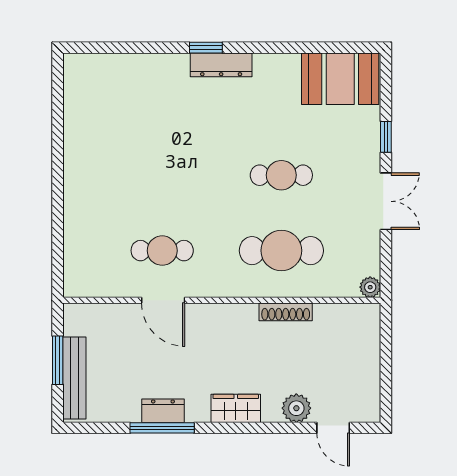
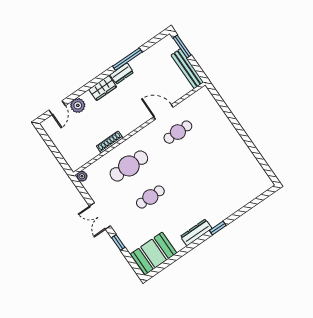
dresser: (221, 65) -> (196, 232), moved
window: (58, 360) -> (182, 46), moved
bench: (74, 378) -> (187, 69), moved
dresser: (163, 411) -> (122, 74), moved
door: (333, 428) -> (57, 108), swing flipped

